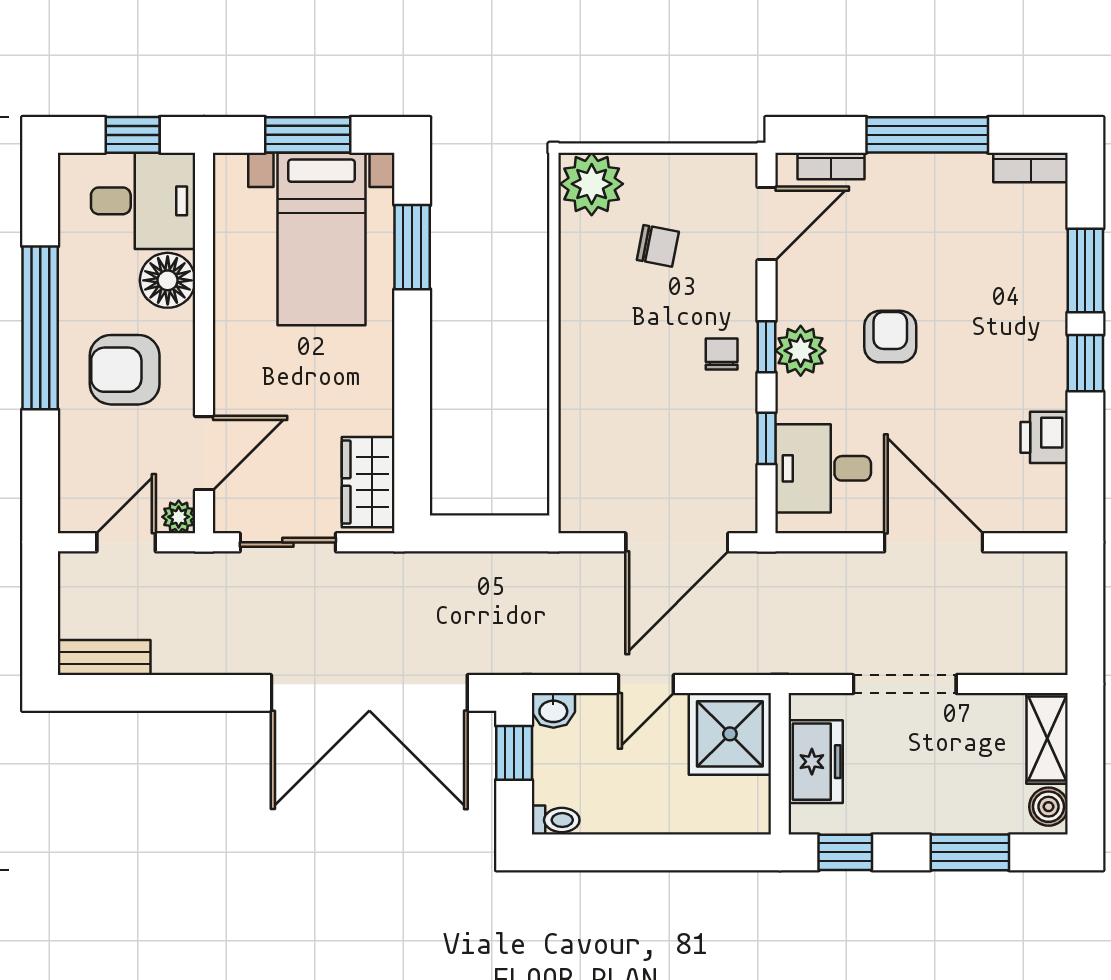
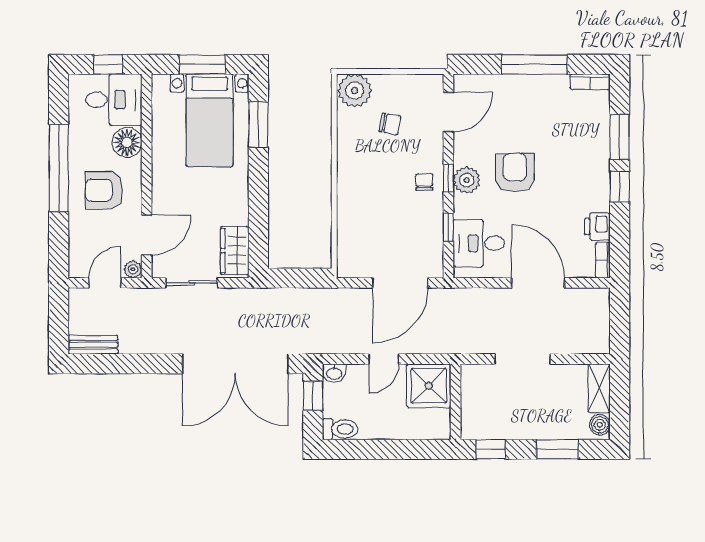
bookcase: (831, 166) -> (603, 260), moved, turned 90
armchair: (890, 337) -> (515, 173), width x1.38, depth x1.38
freezer: (816, 762) -> (475, 401), removed
toilet: (556, 820) -> (340, 429), width x1.37, depth x1.39

